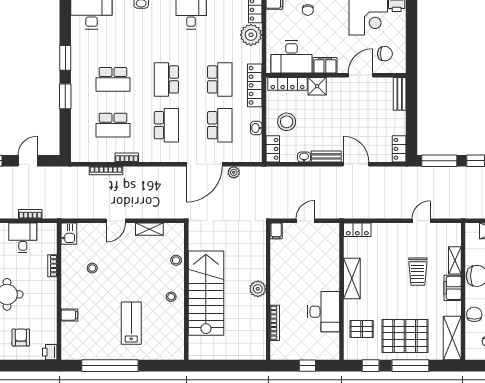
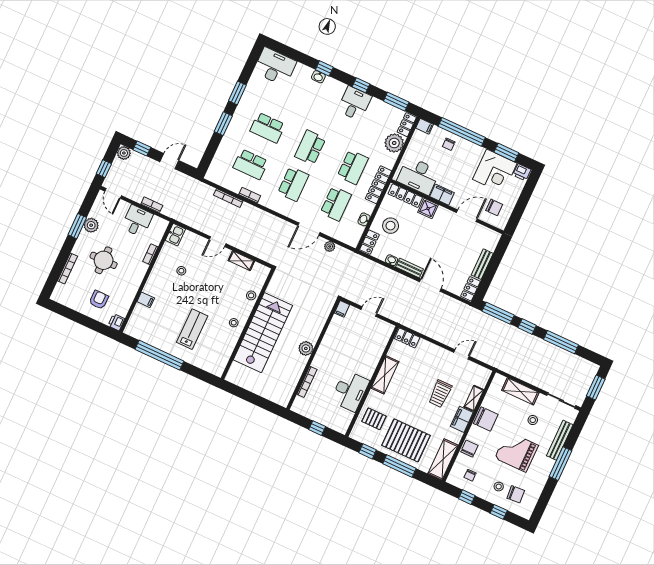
bench: (400, 94) -> (482, 264), moved
door: (204, 164) -> (309, 229), width x0.73

